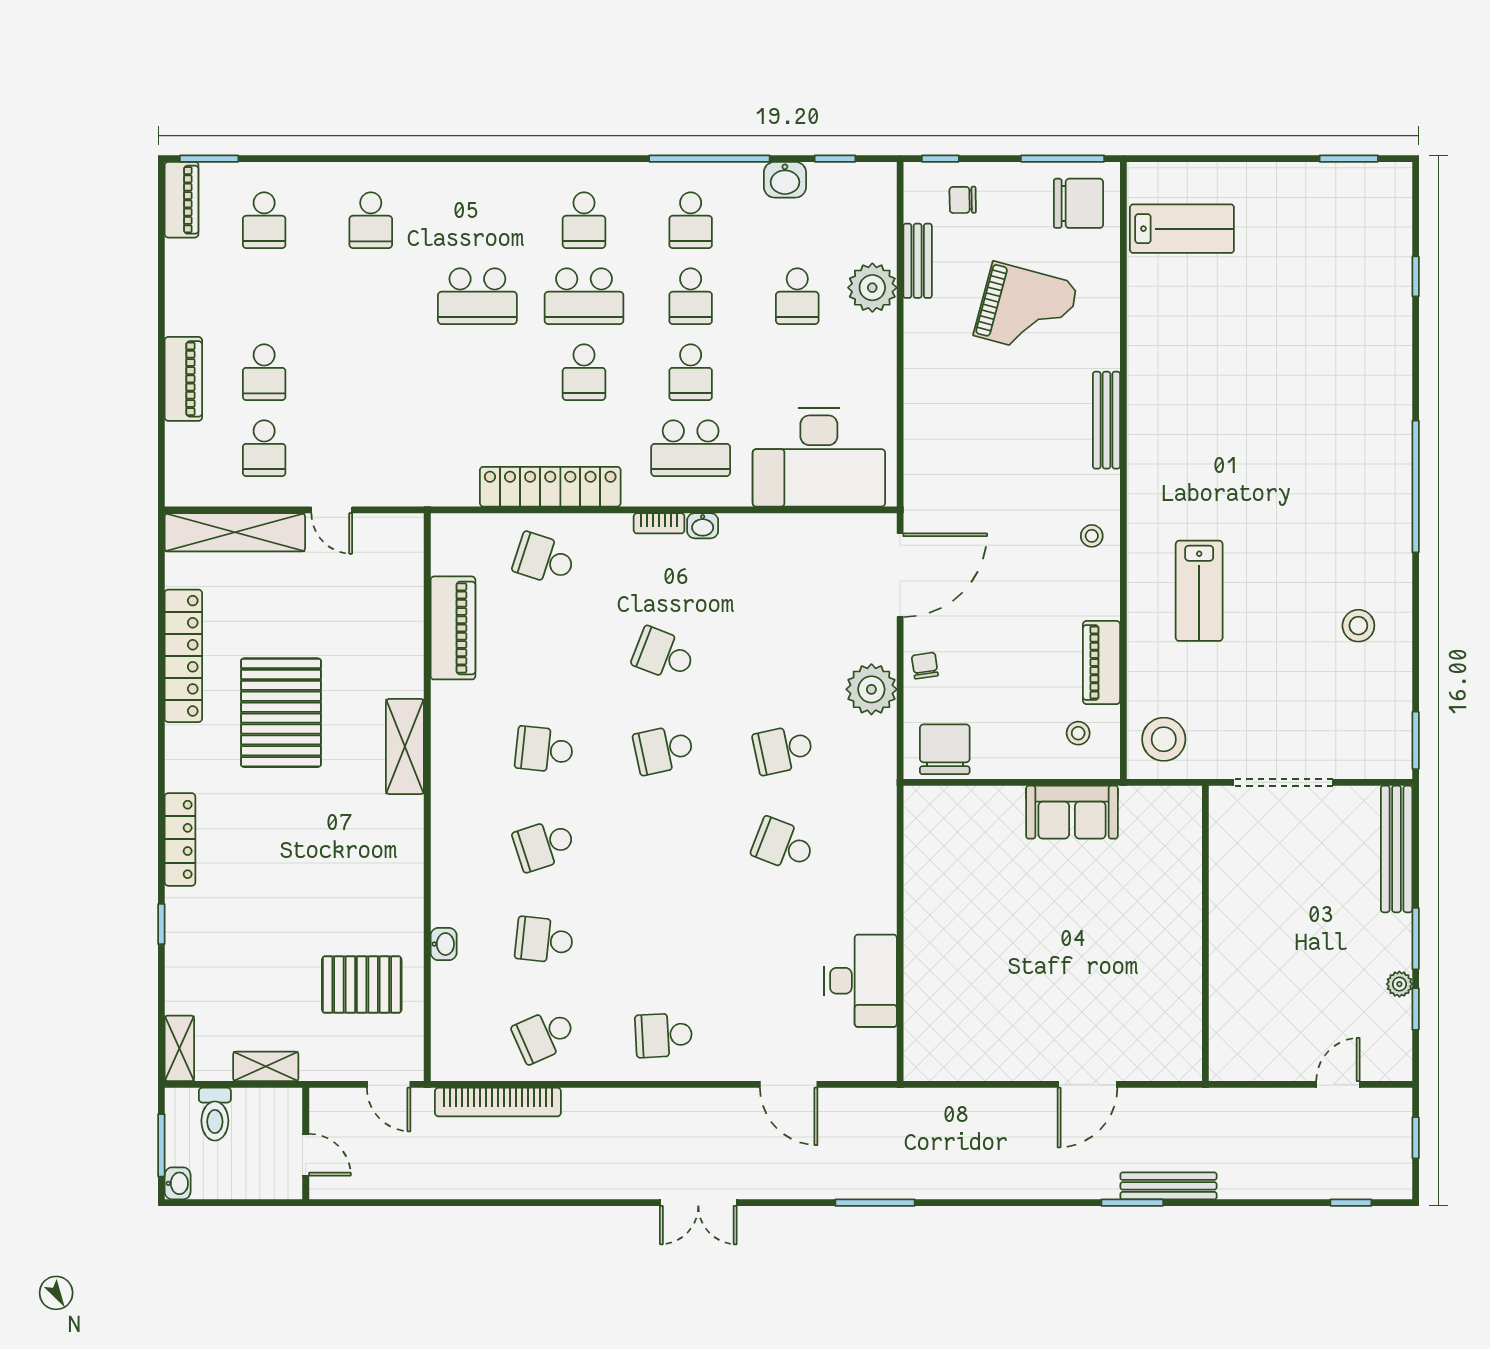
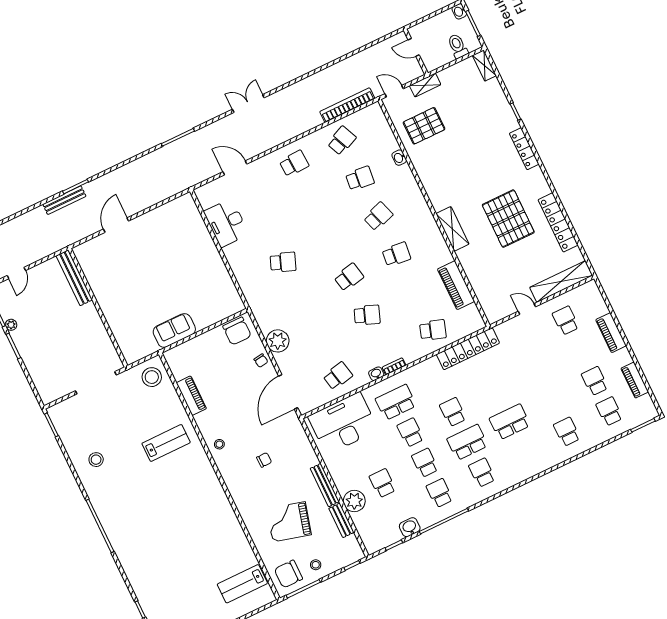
piano: (182, 200) -> (635, 380), moved
chair: (963, 200) -> (264, 460), moved
school desk: (264, 372) -> (595, 381), moved
bench: (1106, 420) -> (325, 485), moved
locker: (550, 487) -> (468, 349), moved
lab bench: (1199, 591) -> (166, 443), turned 90
stool: (1078, 733) -> (316, 565), moved
school desk: (783, 750) -> (338, 376), moved
bench: (1397, 849) -> (74, 278), moved
shelving: (266, 1066) -> (425, 85), moved

